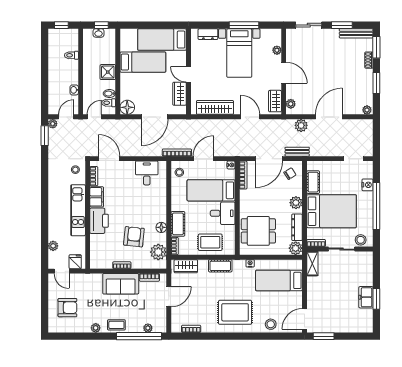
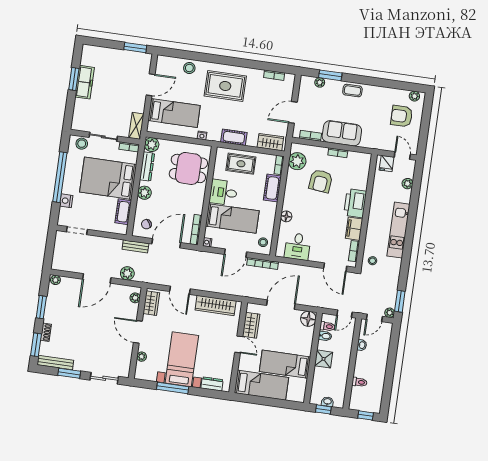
kitchen unit: (78, 210) -> (398, 230), moved, turned 180
floor lamp: (161, 227) -> (286, 216), moved
freezer: (366, 297) -> (85, 82), width x1.40
door: (305, 319) -> (151, 85), moved
plant: (96, 328) -> (414, 96), moved
window: (139, 336) -> (330, 75), width x0.47

